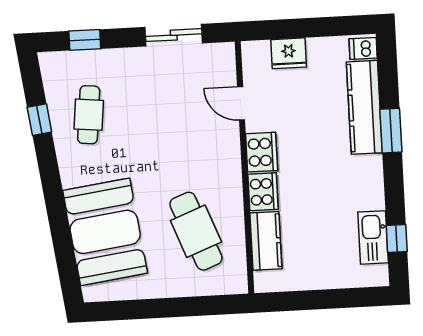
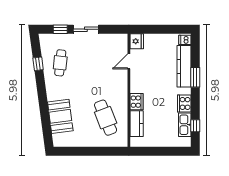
sliding door: (174, 35) -> (86, 29), moved
fridge: (289, 53) -> (137, 41), moved, turned -90
door: (241, 103) -> (129, 61), hinge flipped
cooker: (262, 152) -> (184, 103), moved, turned 180
booth: (105, 232) -> (60, 116), width x0.73, depth x0.70

